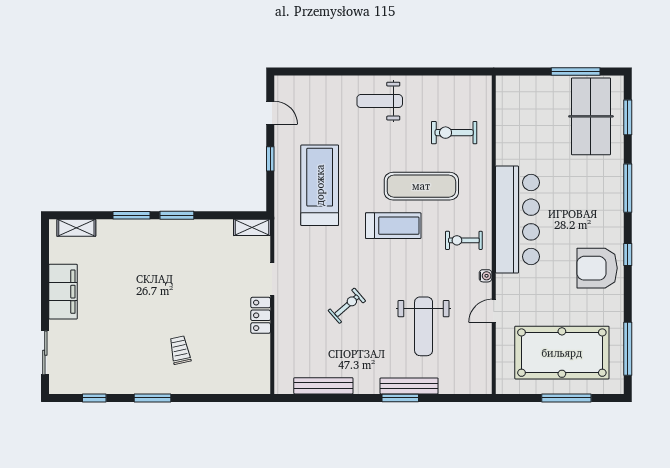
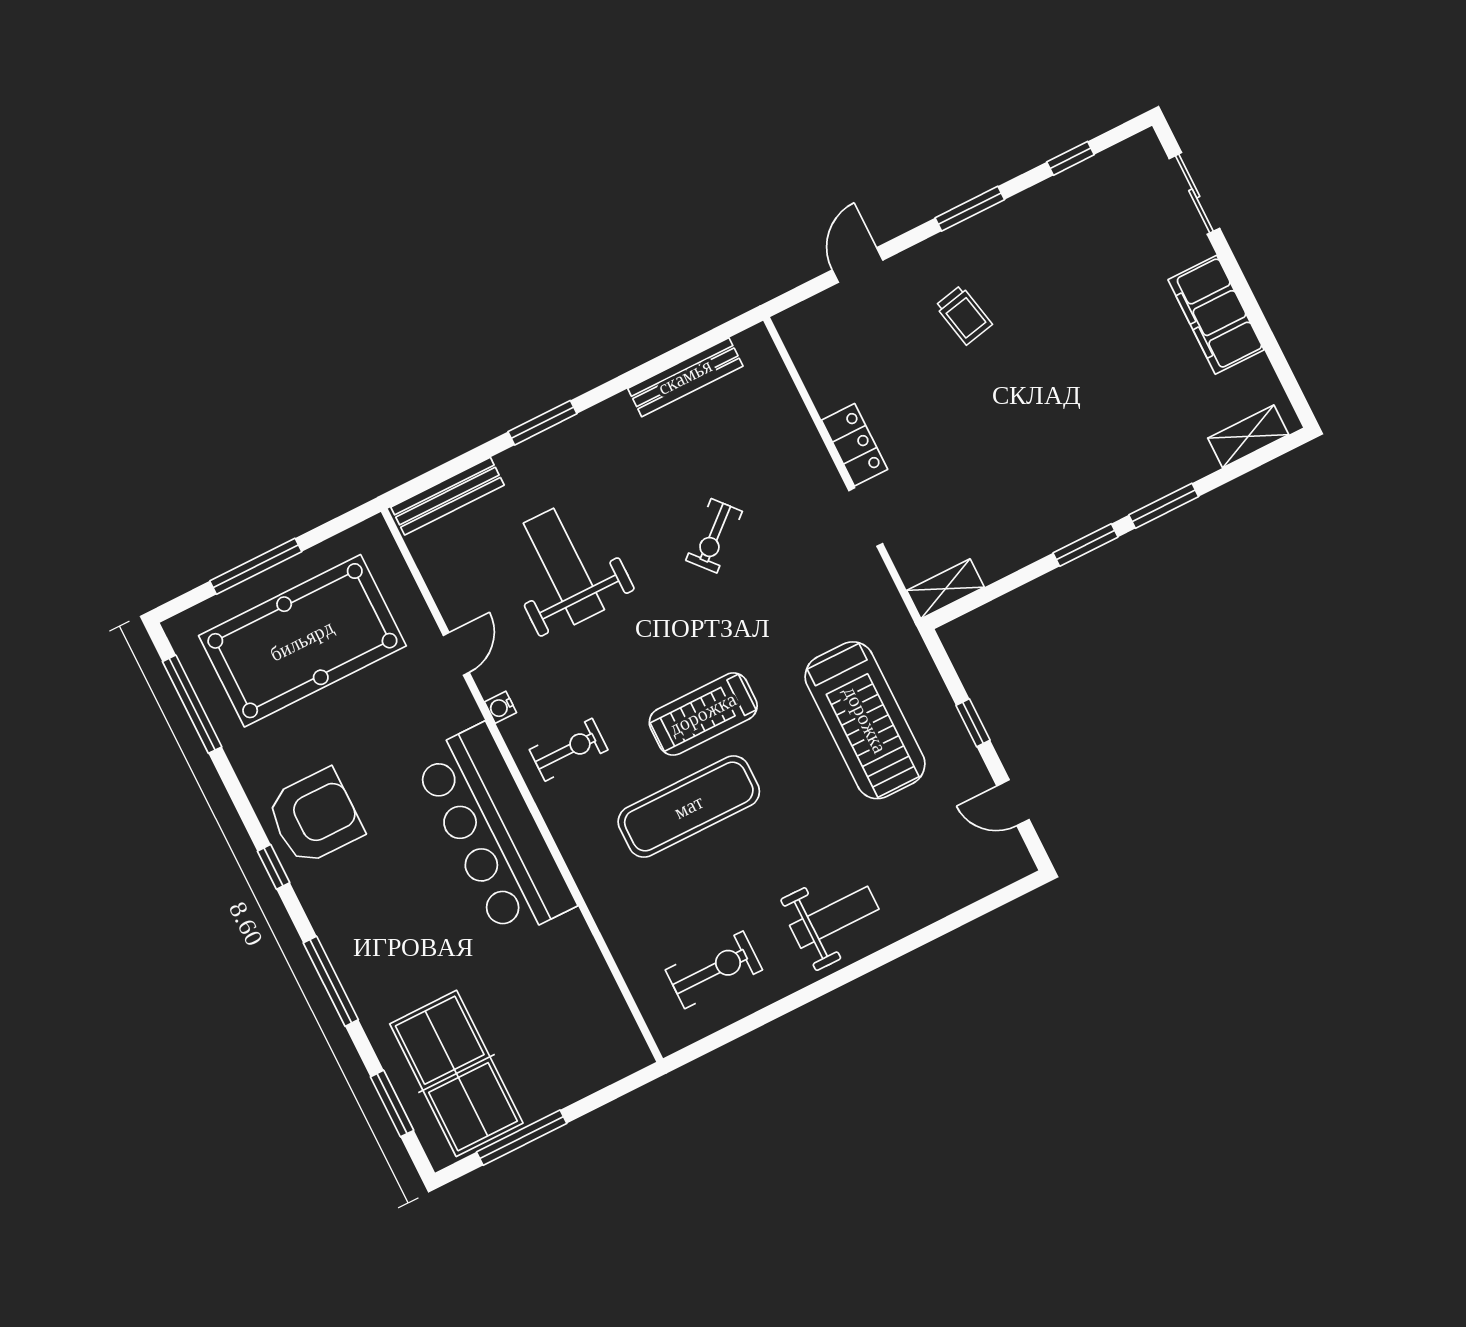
exercise bike: (454, 133) -> (714, 970), moved
bench: (409, 386) -> (447, 496), moved
door: (218, 398) -> (857, 265), added

